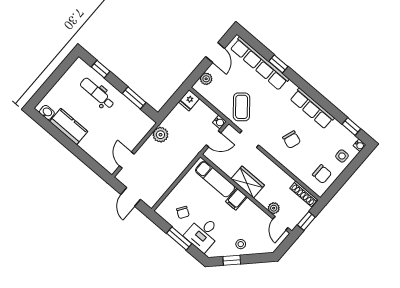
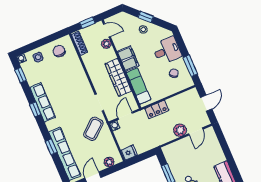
window: (317, 97) -> (35, 109), added
plant: (160, 135) -> (180, 130), moved
door: (213, 139) -> (125, 116), hinge flipped
chair: (292, 140) -> (69, 87), removed
locker: (182, 163) -> (157, 109), added
wardrobe: (248, 182) -> (118, 77), width x1.50
filing cabinet: (236, 199) -> (128, 59), width x2.00
door: (280, 223) -> (107, 30), hinge flipped
window: (179, 238) -> (190, 66), moved
window: (232, 260) -> (146, 17), moved

